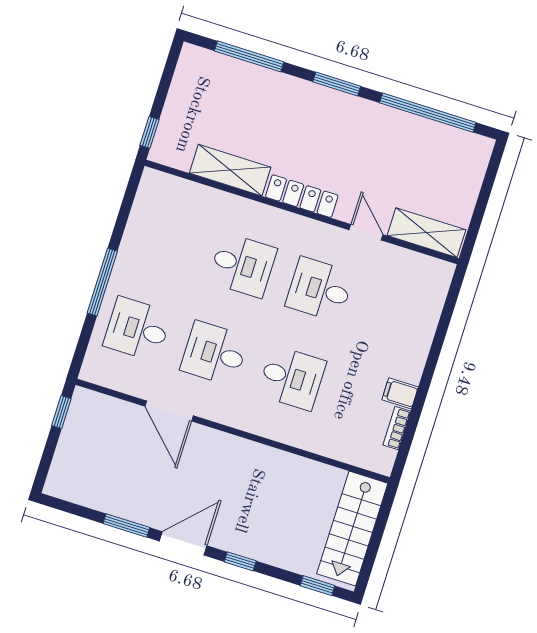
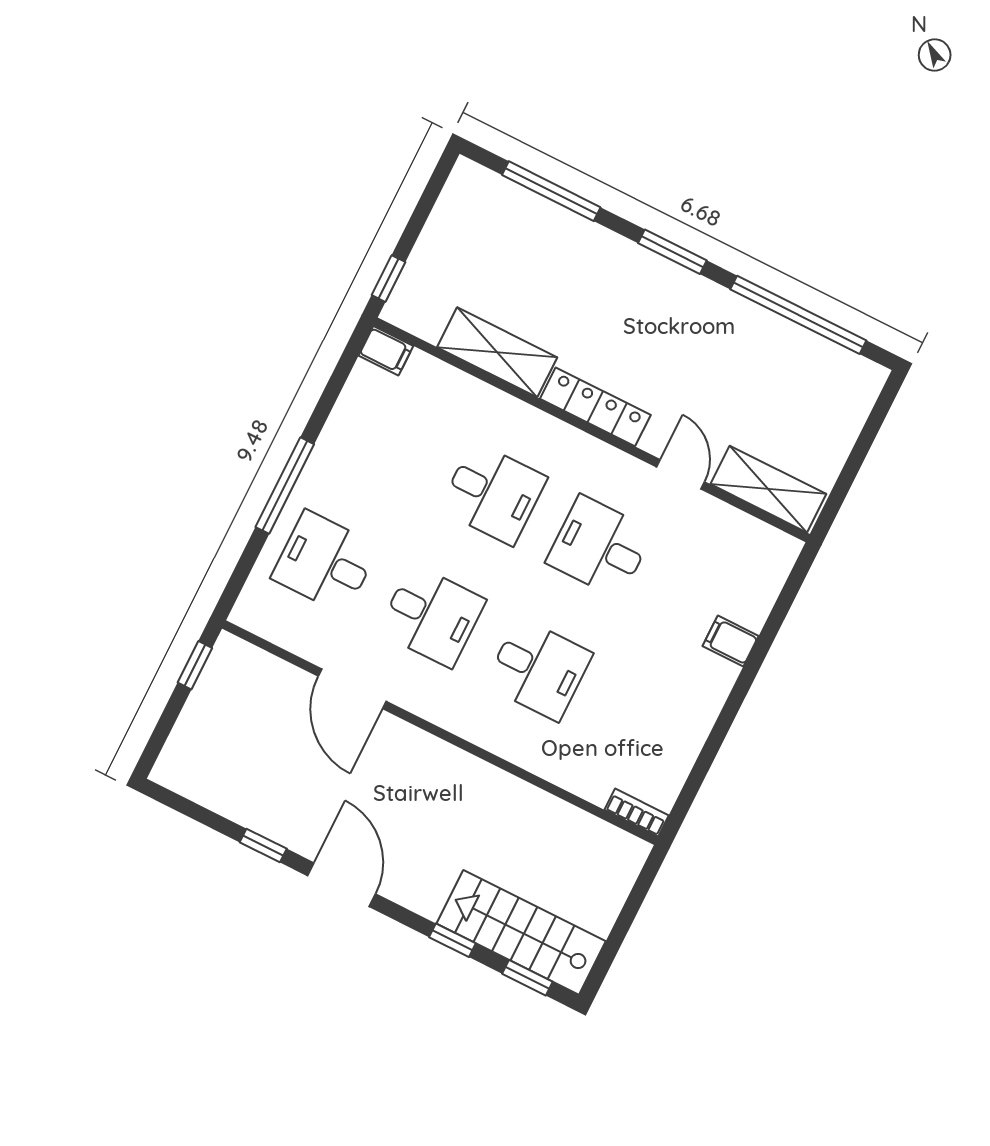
filing cabinet: (155, 181) -> (386, 351), added
desk: (215, 353) -> (432, 616), turned 180
filing cabinet: (400, 393) -> (731, 641), moved
bookcase: (397, 428) -> (637, 813), moved, turned 90
window: (126, 525) -> (263, 845), width x0.67
stairs: (352, 529) -> (521, 932), moved, turned 90
door: (183, 543) -> (342, 885), hinge flipped
window: (240, 561) -> (452, 940), moved

